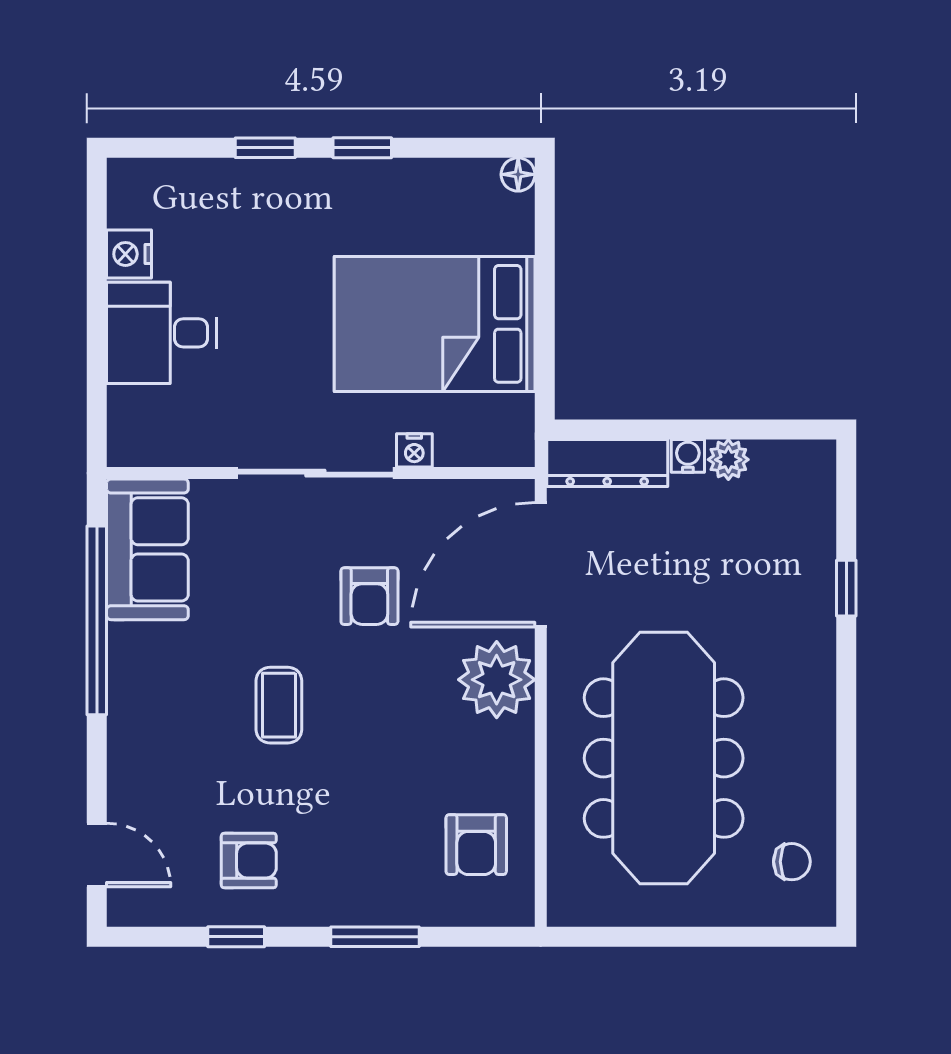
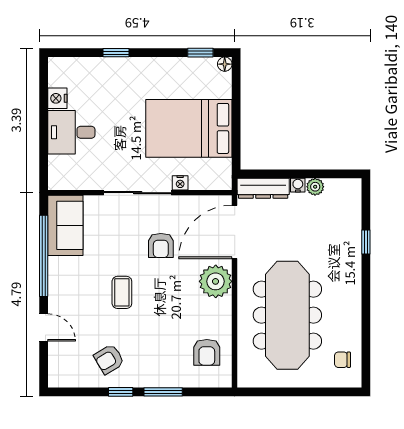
window: (362, 148) -> (200, 53), moved
door: (97, 855) -> (44, 327), moved
armchair: (249, 861) -> (109, 359), turned 149
chair: (792, 862) -> (342, 360), turned 180
window: (236, 937) -> (121, 392), moved

